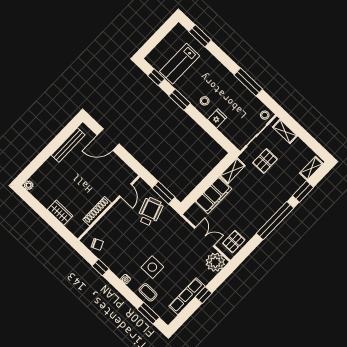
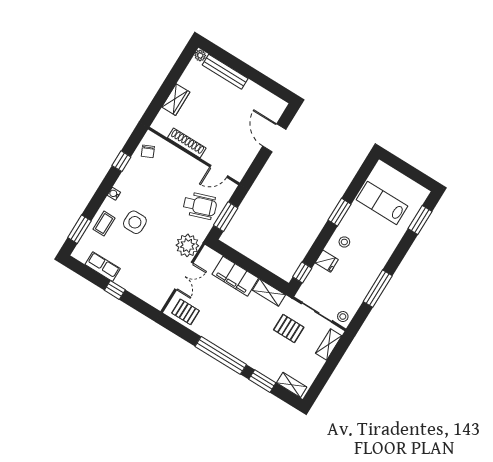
window: (156, 77) -> (302, 273), moved
bench: (68, 145) -> (225, 72), moved
plant: (215, 262) -> (187, 245), moved
row of seats: (187, 296) -> (103, 267), width x0.68

